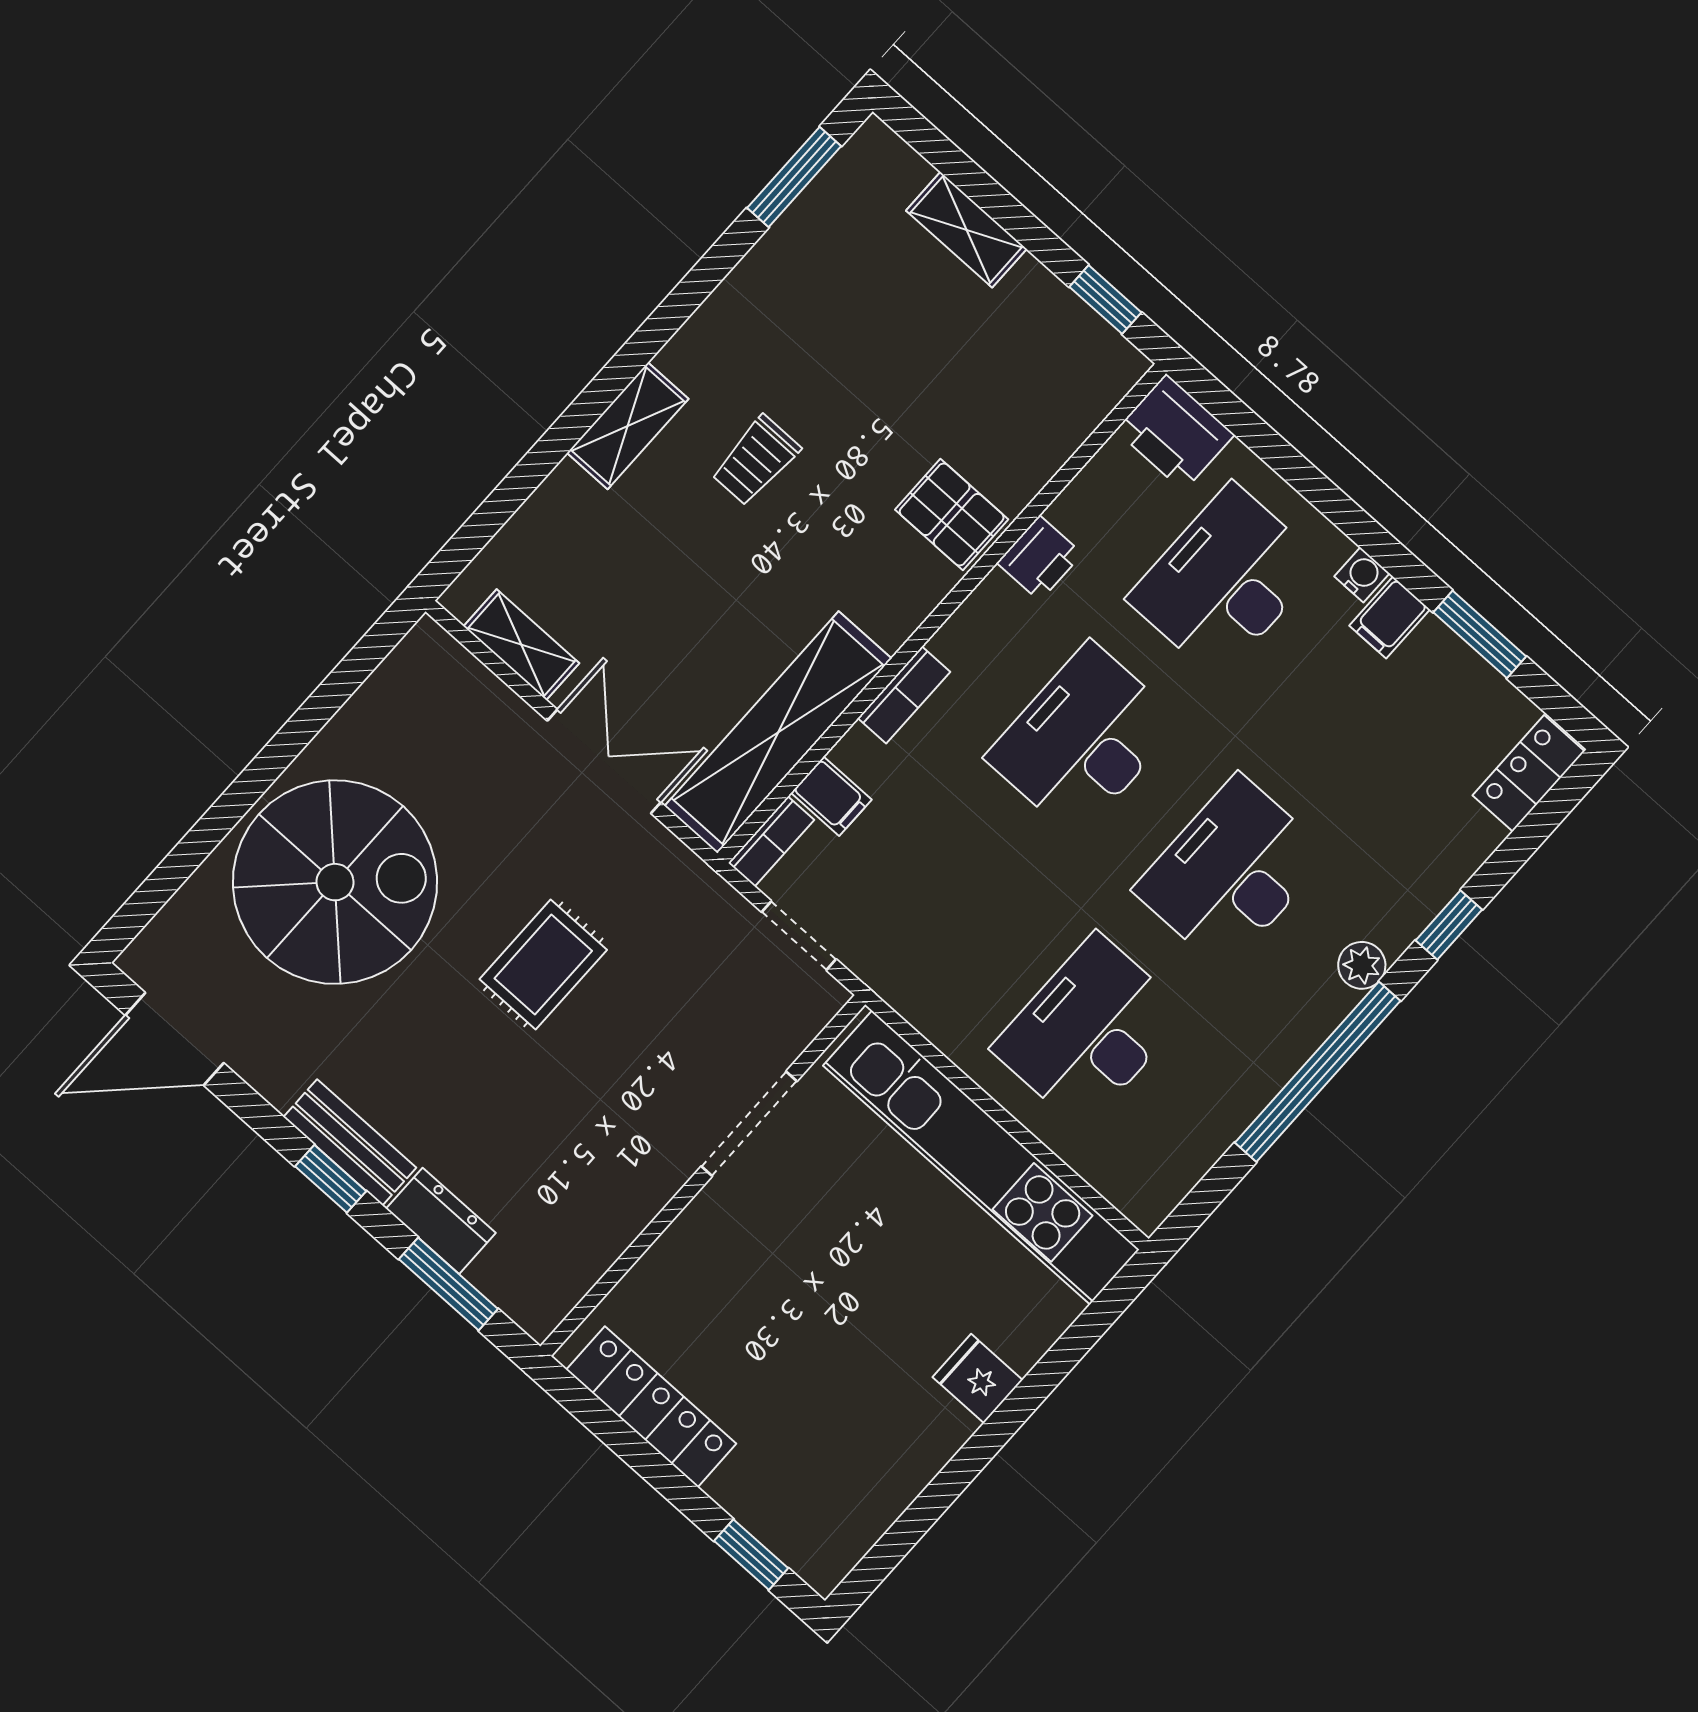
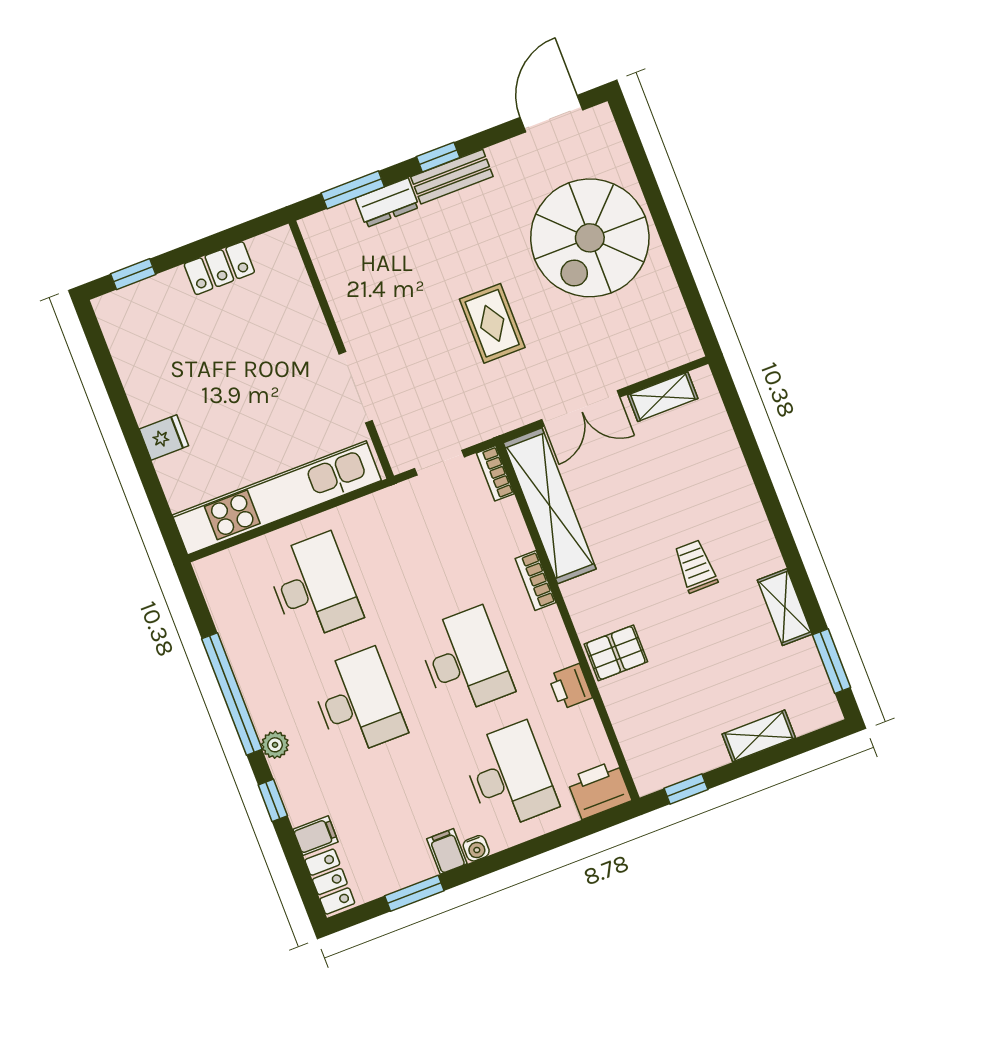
shelving: (628, 426) -> (785, 607), moved
filing cabinet: (831, 796) -> (315, 836), moved, turned 180
locker: (651, 1407) -> (219, 268), width x0.66

